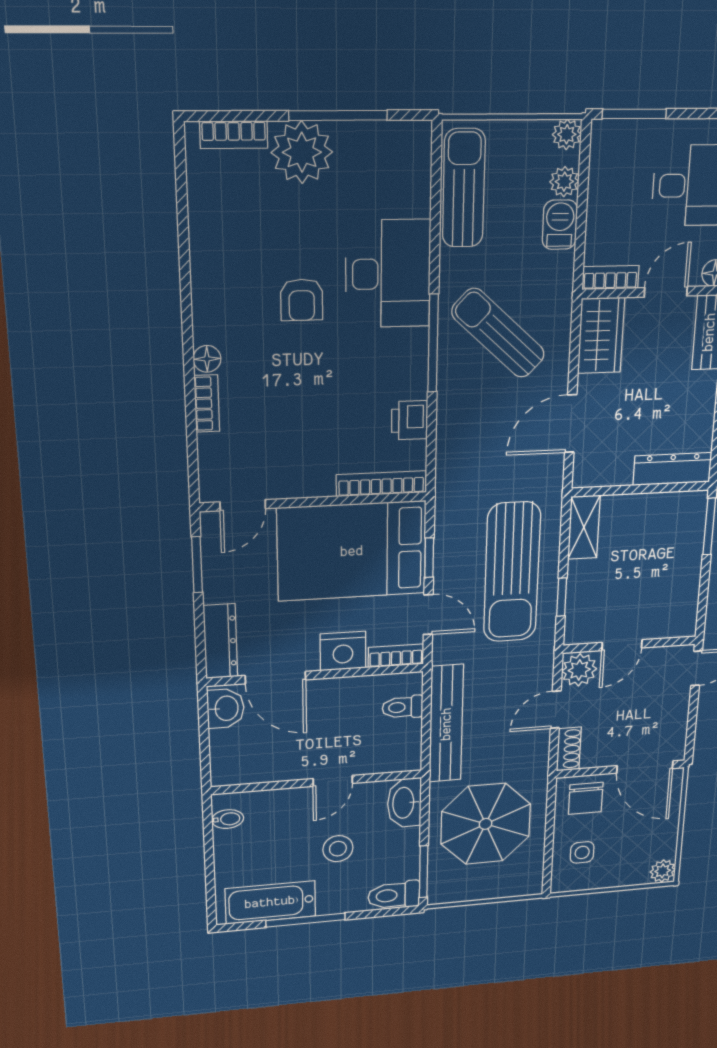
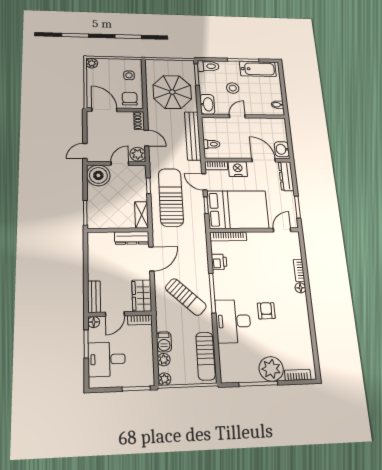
dresser: (672, 469) -> (132, 238), moved
boiler: (672, 614) -> (98, 175), added
door: (556, 710) -> (146, 138), hinge flipped

